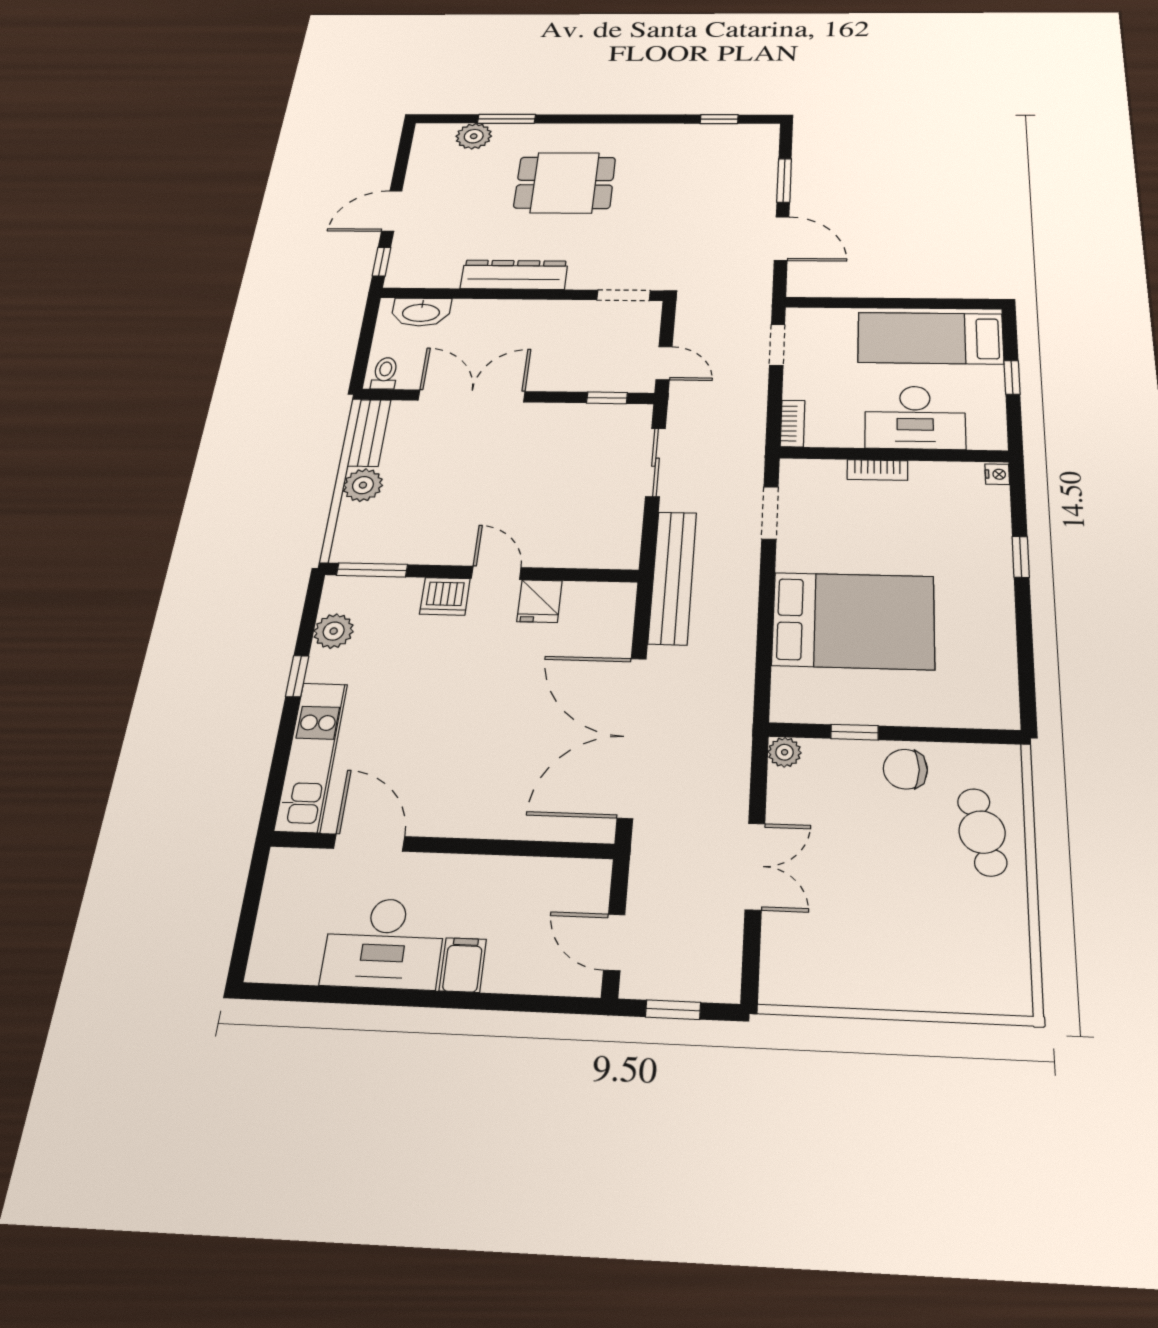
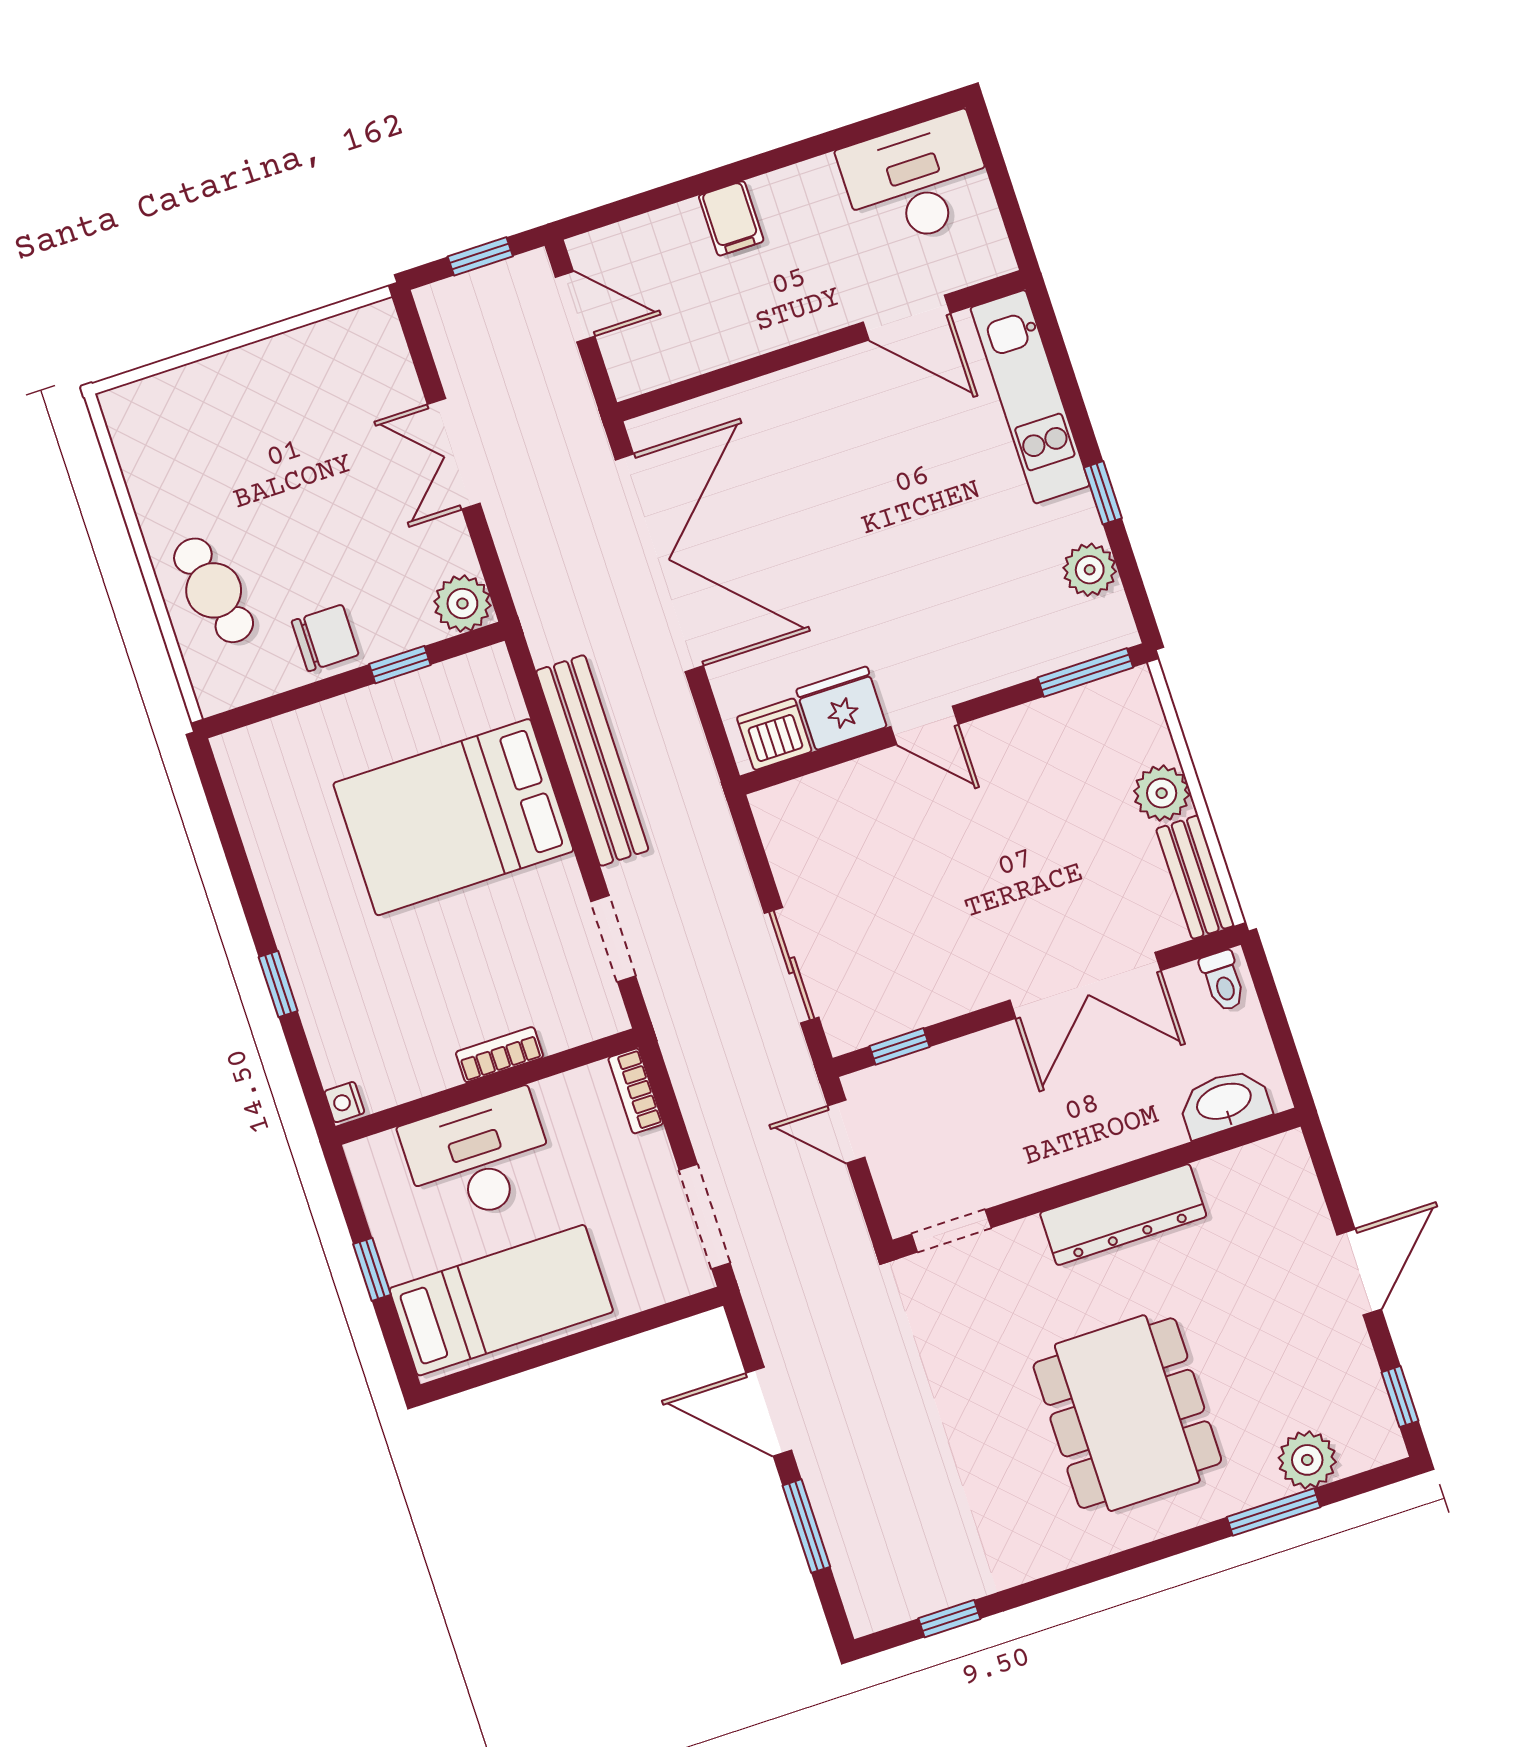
dining table: (565, 183) -> (1127, 1413), width x1.38
window: (382, 262) -> (1400, 1397), moved
doorway: (777, 345) -> (705, 1217), width x1.38
bench: (673, 577) -> (592, 761), moved
dishwasher: (445, 596) -> (774, 734), moved
fridge: (540, 601) -> (841, 708), width x1.38
plant: (785, 752) -> (462, 603), width x1.38, depth x1.38
desk: (384, 943) -> (917, 181), moved

